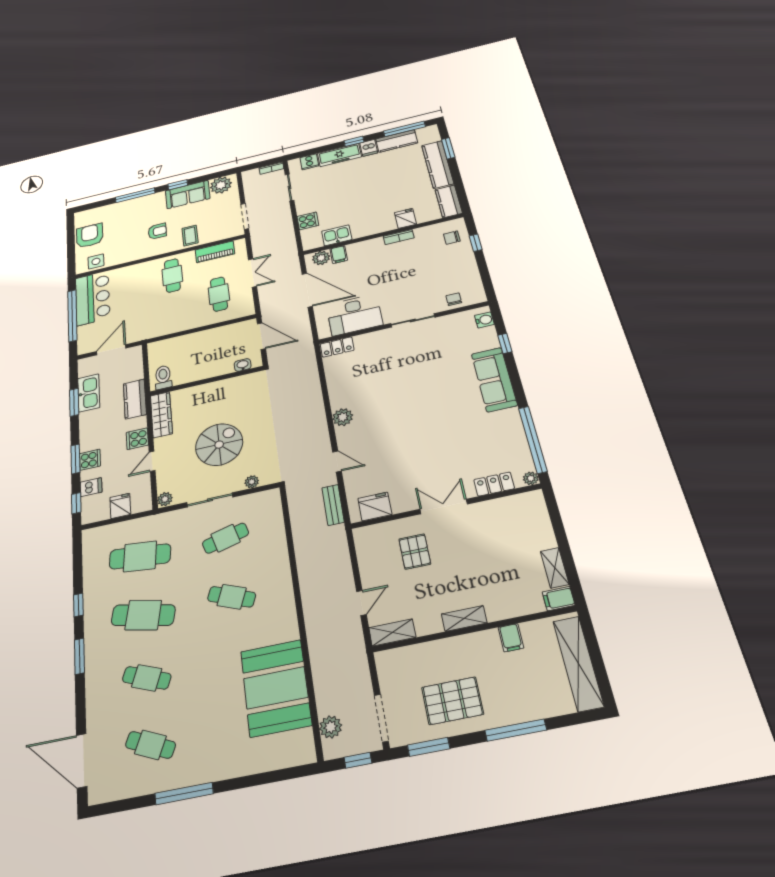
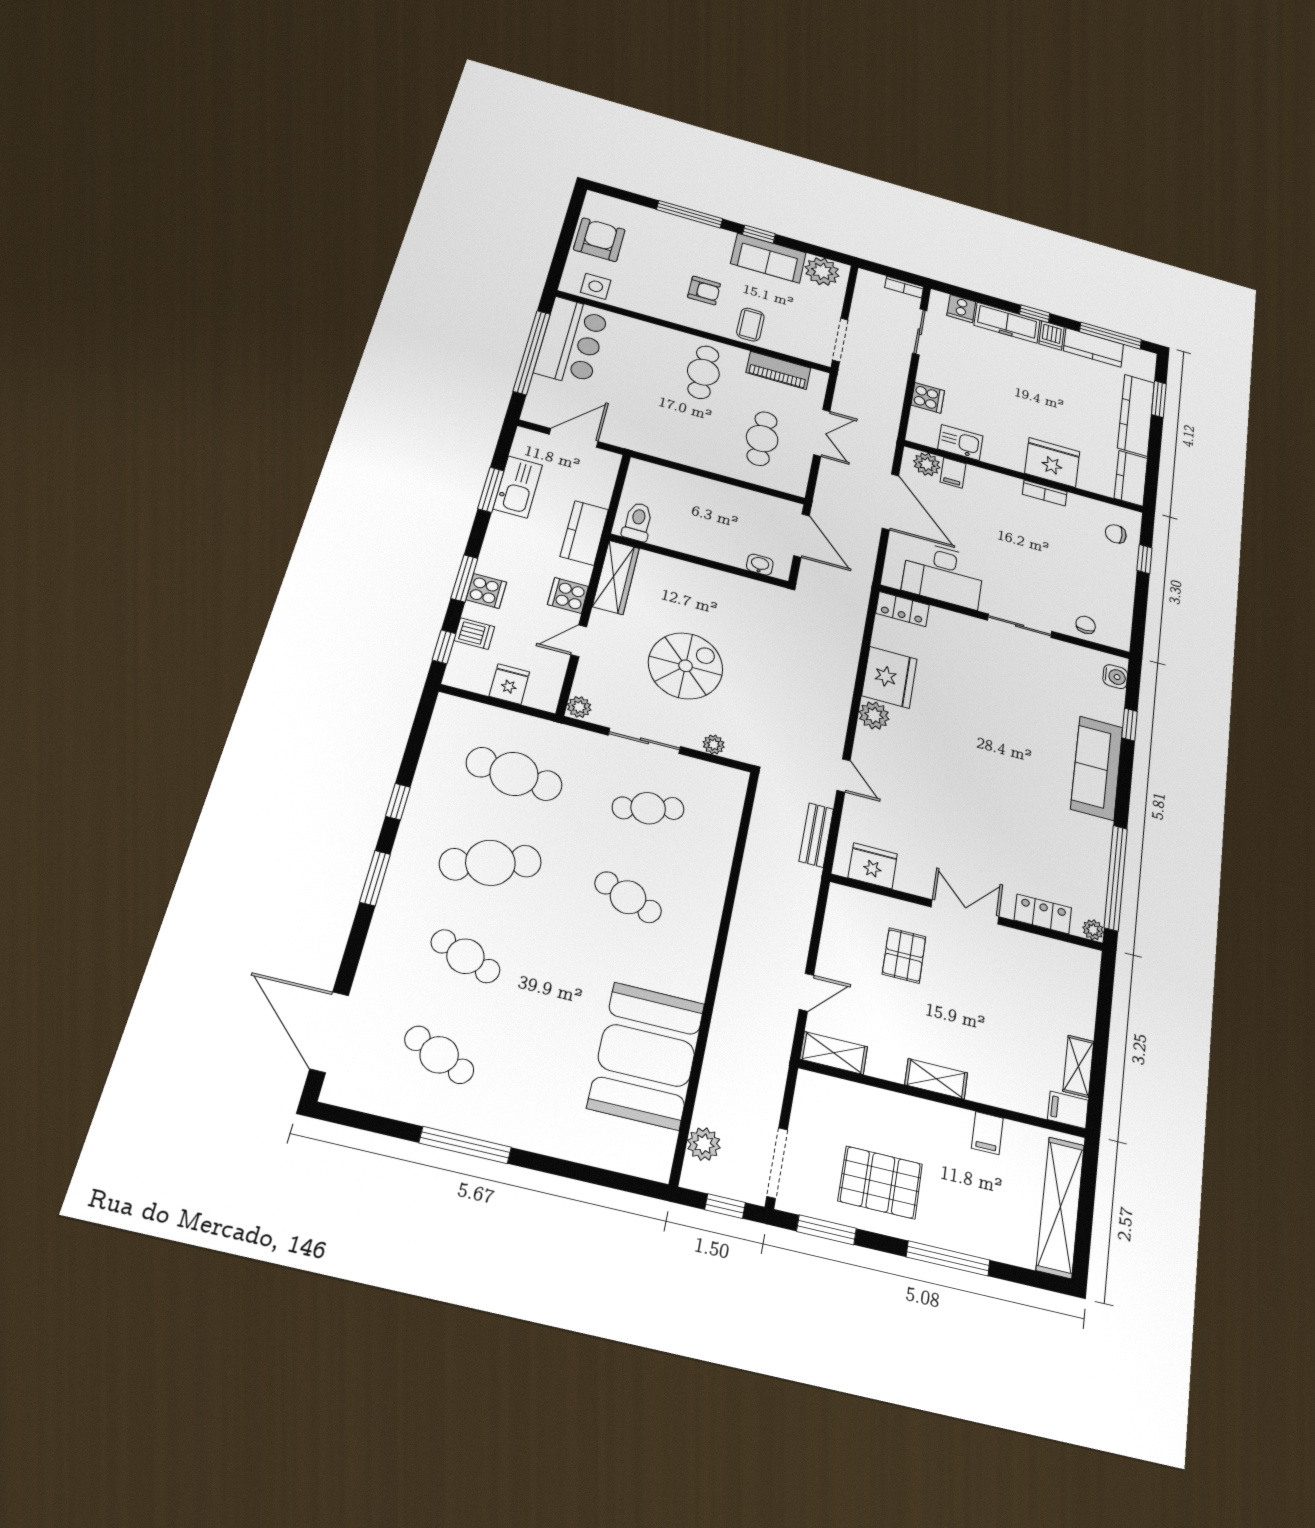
fridge: (405, 218) -> (1052, 462), width x1.88, depth x1.34
fridge: (344, 390) -> (889, 677), added
cafe table: (143, 615) -> (490, 863), turned -30

